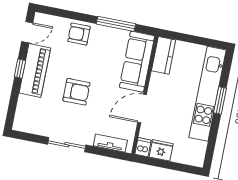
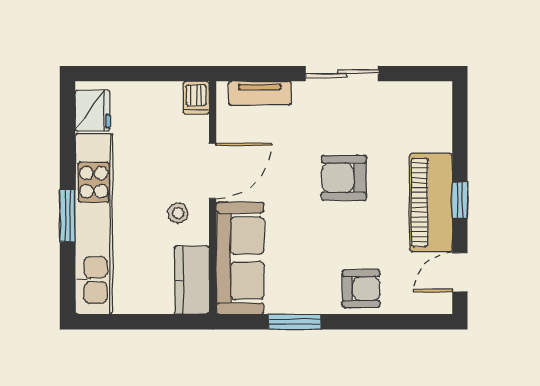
window: (116, 24) -> (295, 322), width x0.69
stool: (164, 91) -> (178, 213), added
fridge: (161, 150) -> (92, 111), moved, turned -90

